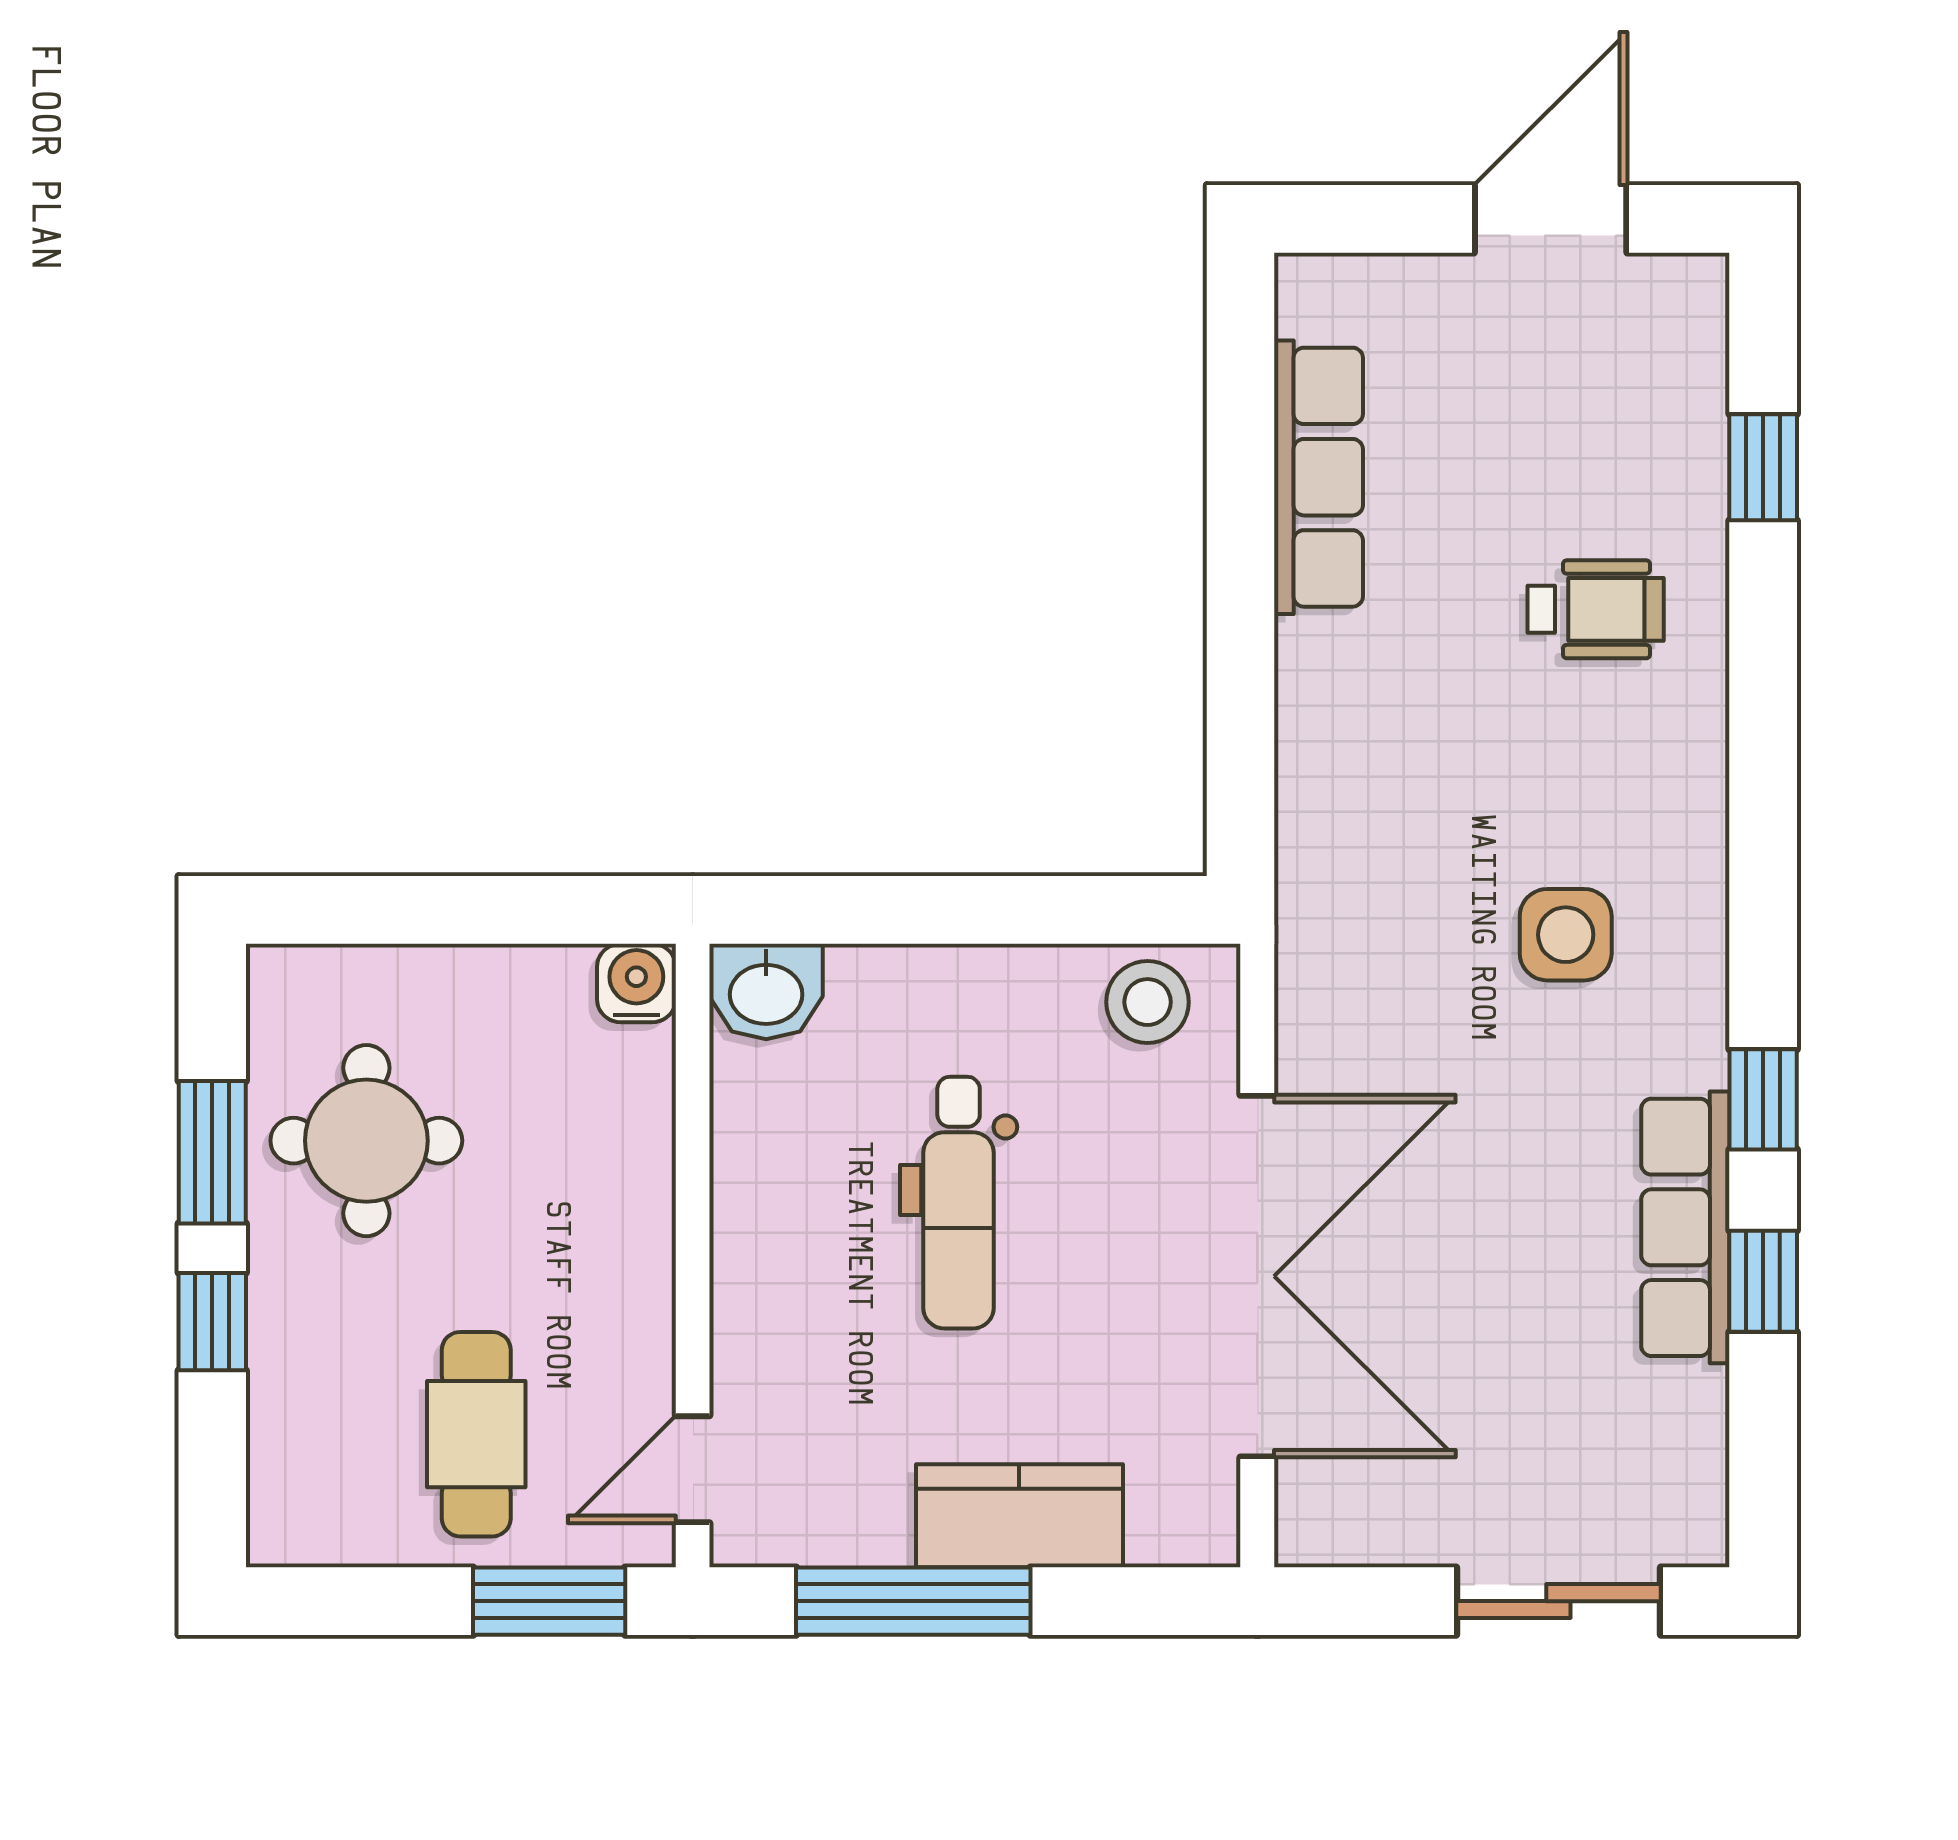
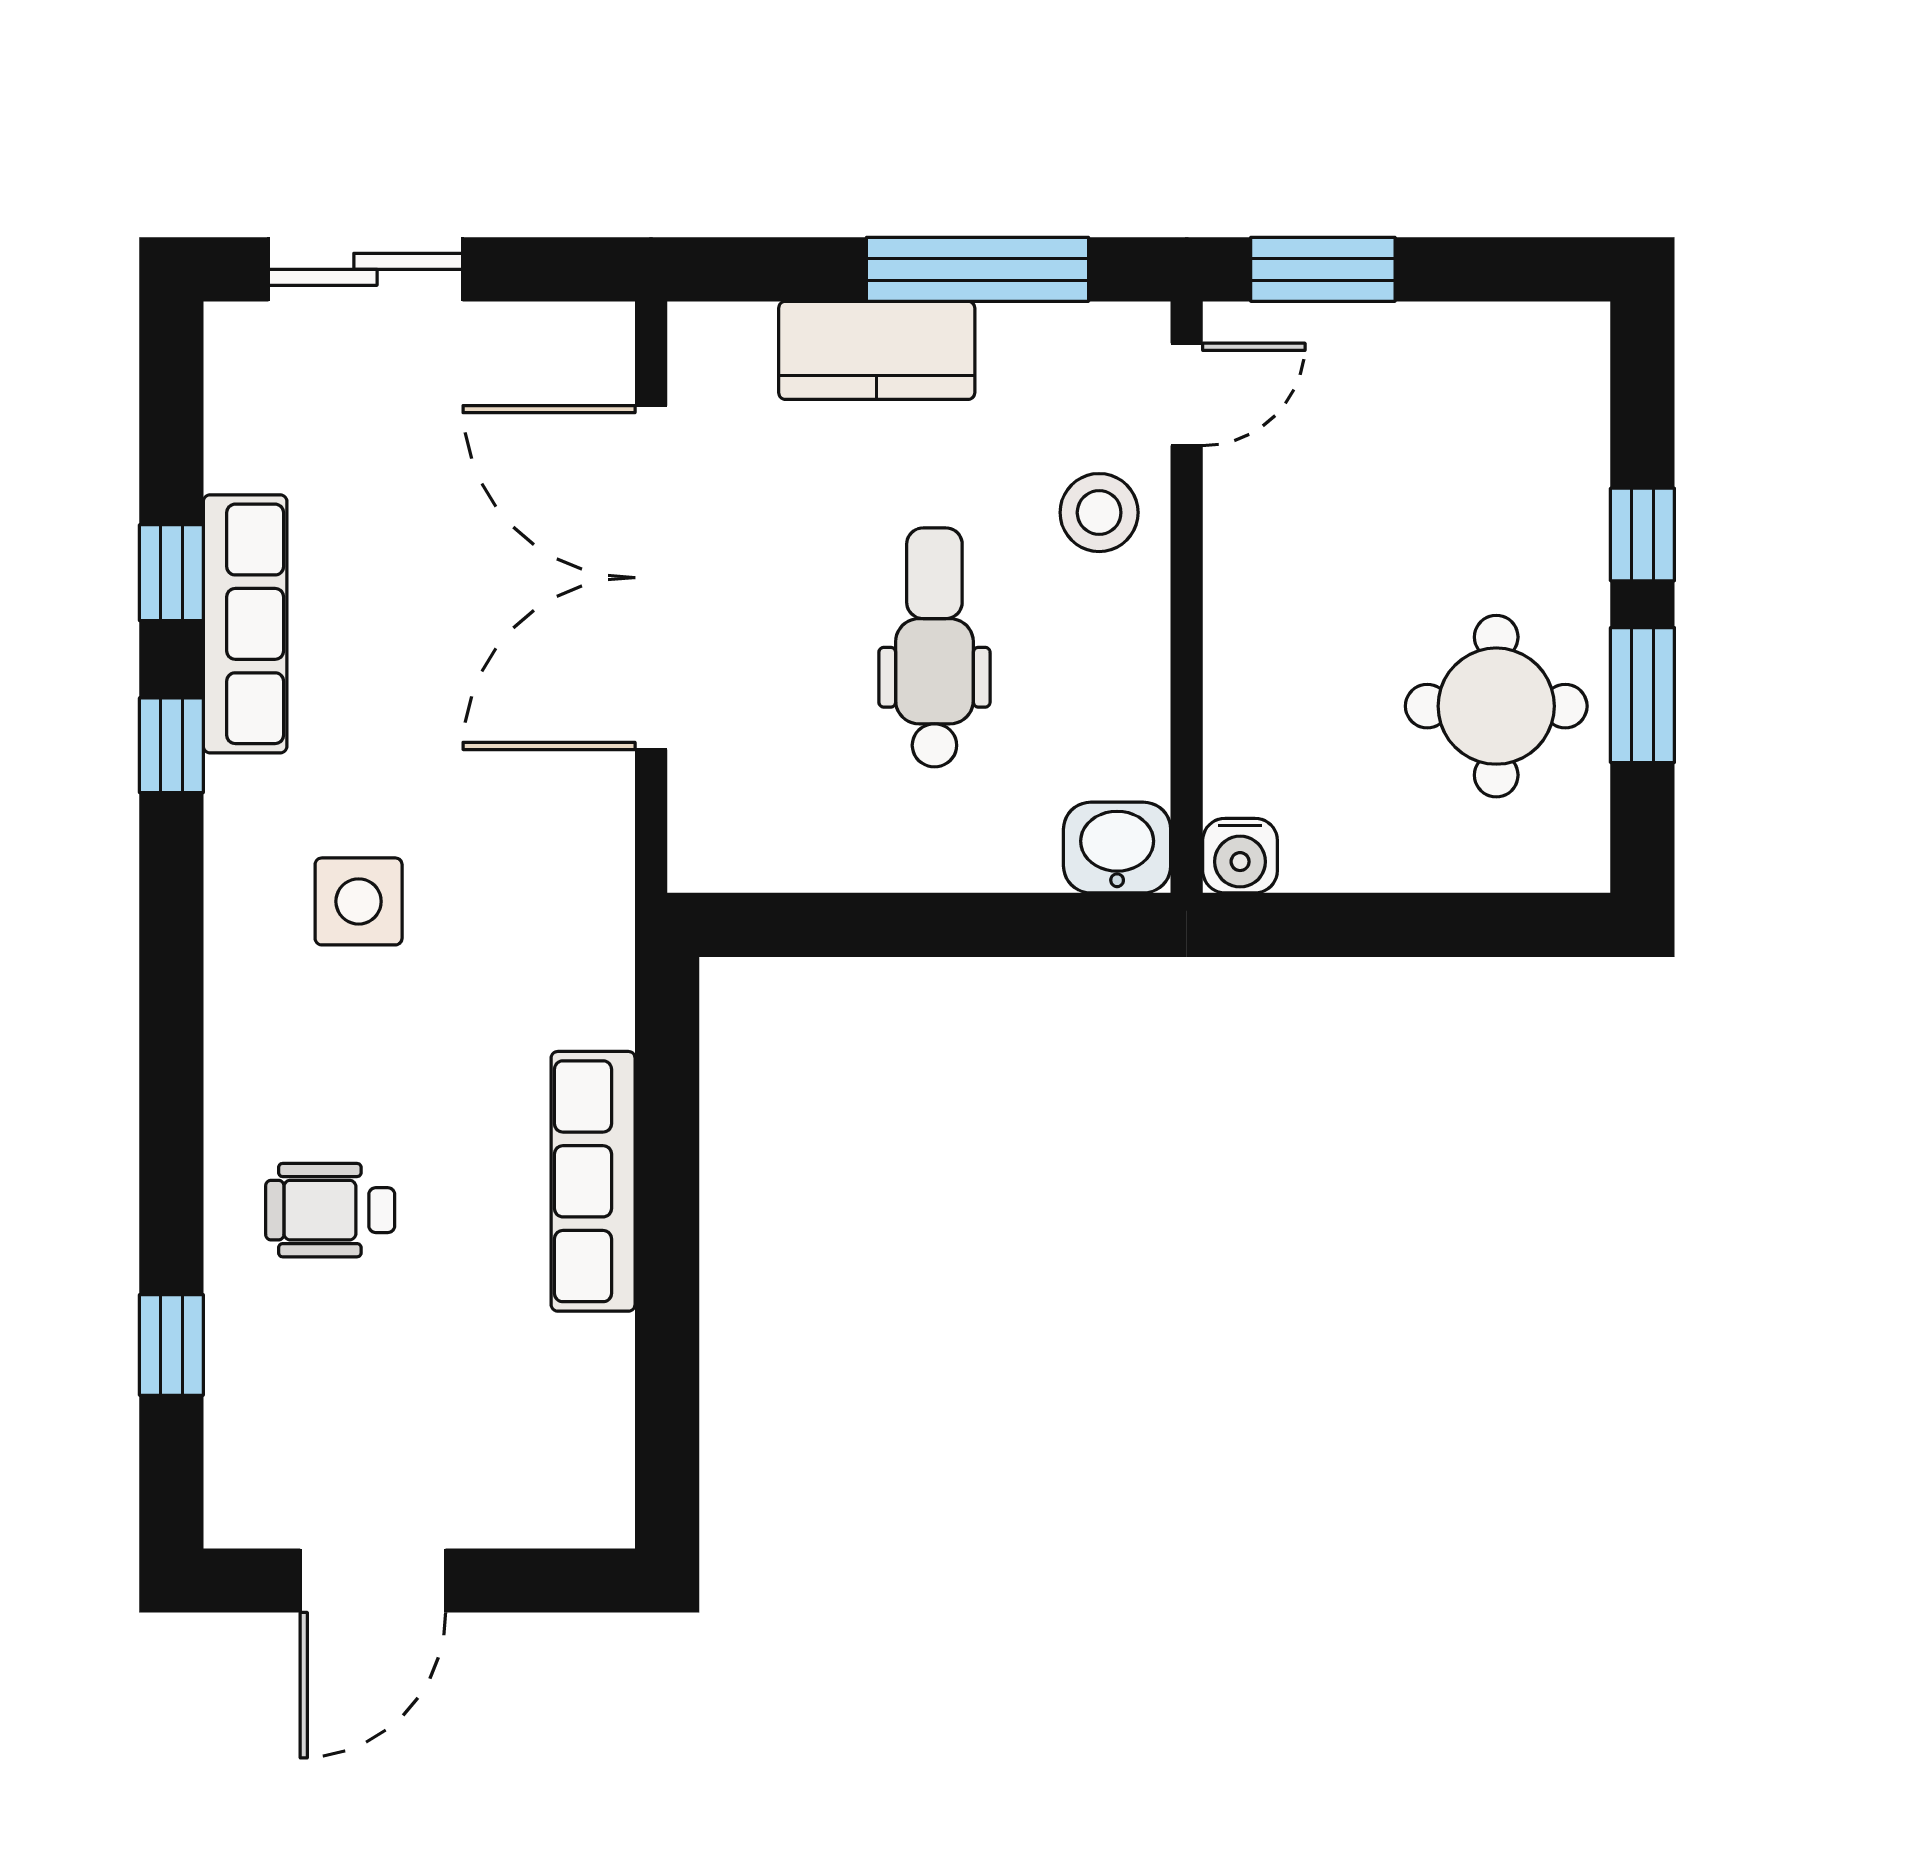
row of seats: (1318, 477) -> (593, 1181), moved
stool: (1148, 1002) -> (1099, 513), moved
cafe table: (476, 1434) -> (1392, 428), removed

